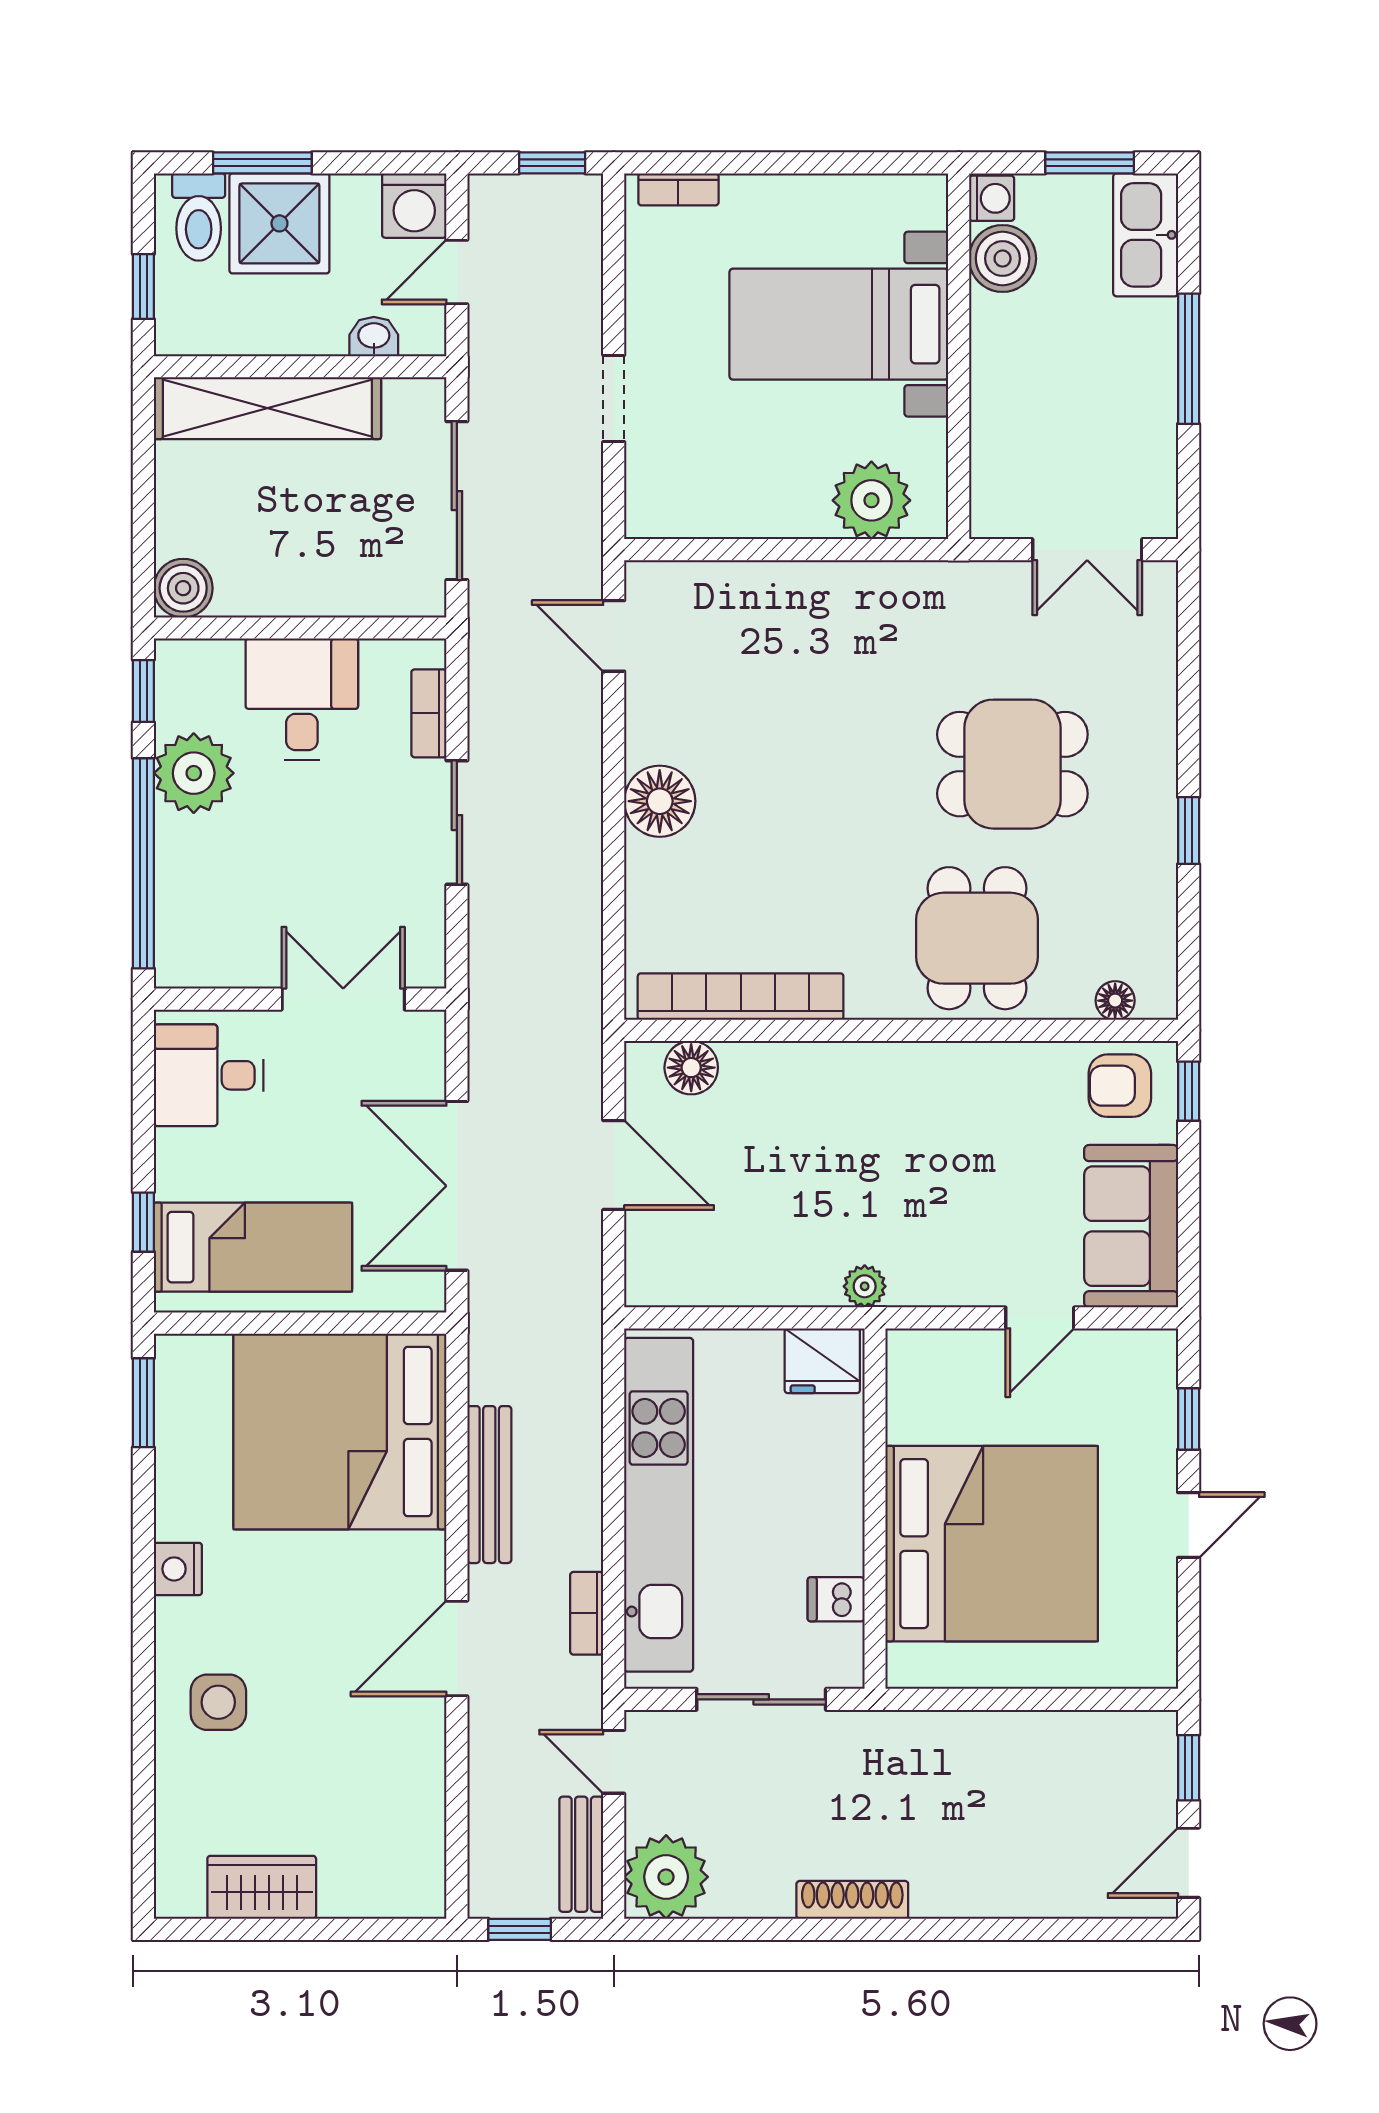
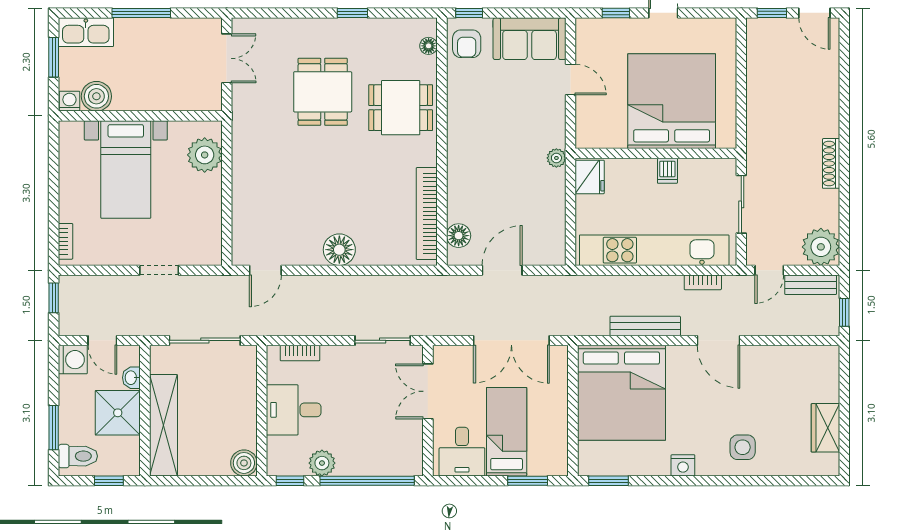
shower: (279, 223) -> (118, 413), moved
plant: (194, 773) -> (322, 463), width x0.73, depth x0.73
sliding door: (457, 823) -> (383, 340), moved
window: (143, 1222) -> (528, 481), width x1.50
bed: (253, 1247) -> (507, 432), moved
dishwasher: (836, 1599) -> (667, 171), moved

